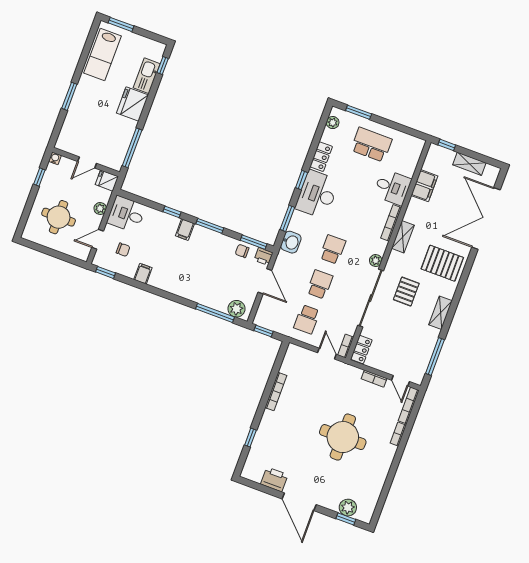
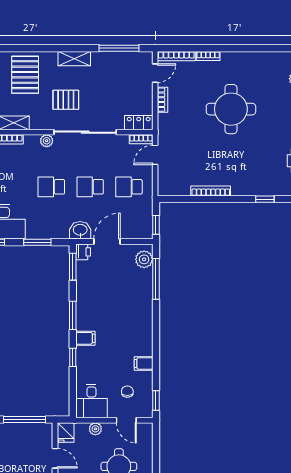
washbasin: (291, 242) -> (80, 230), moved
chair: (242, 251) -> (85, 275), removed
school desk: (307, 319) -> (129, 187), turned 180

